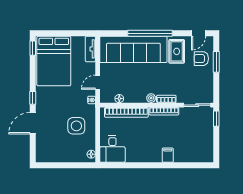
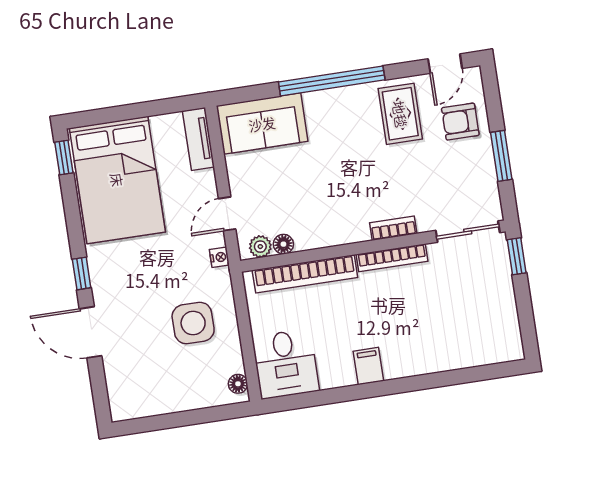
sofa: (133, 49) -> (262, 124), width x0.54, depth x0.79
window: (216, 62) -> (501, 156), moved
plant: (151, 98) -> (260, 247), moved
door: (33, 123) -> (91, 332), hinge flipped
filing cabinet: (168, 155) -> (368, 366), moved

